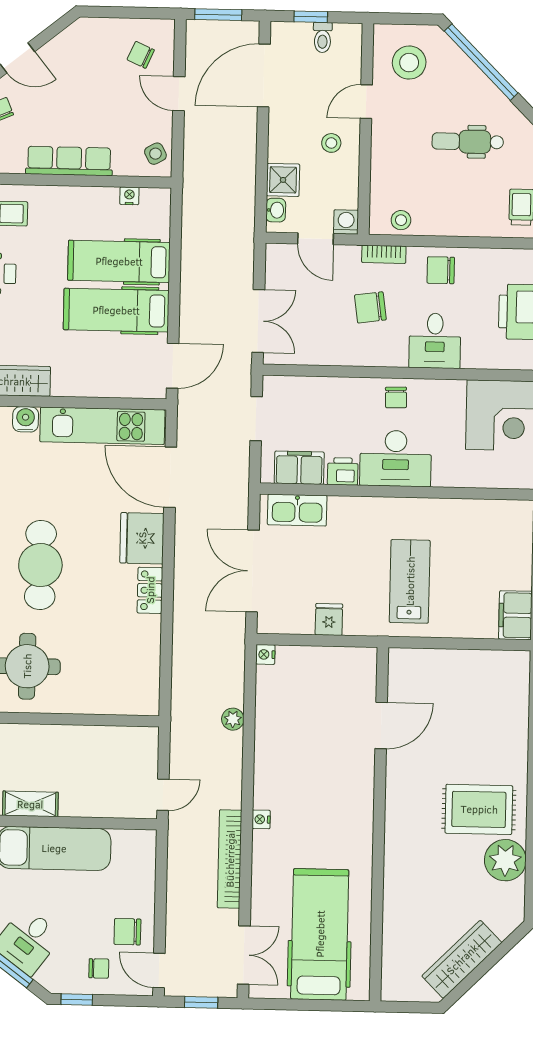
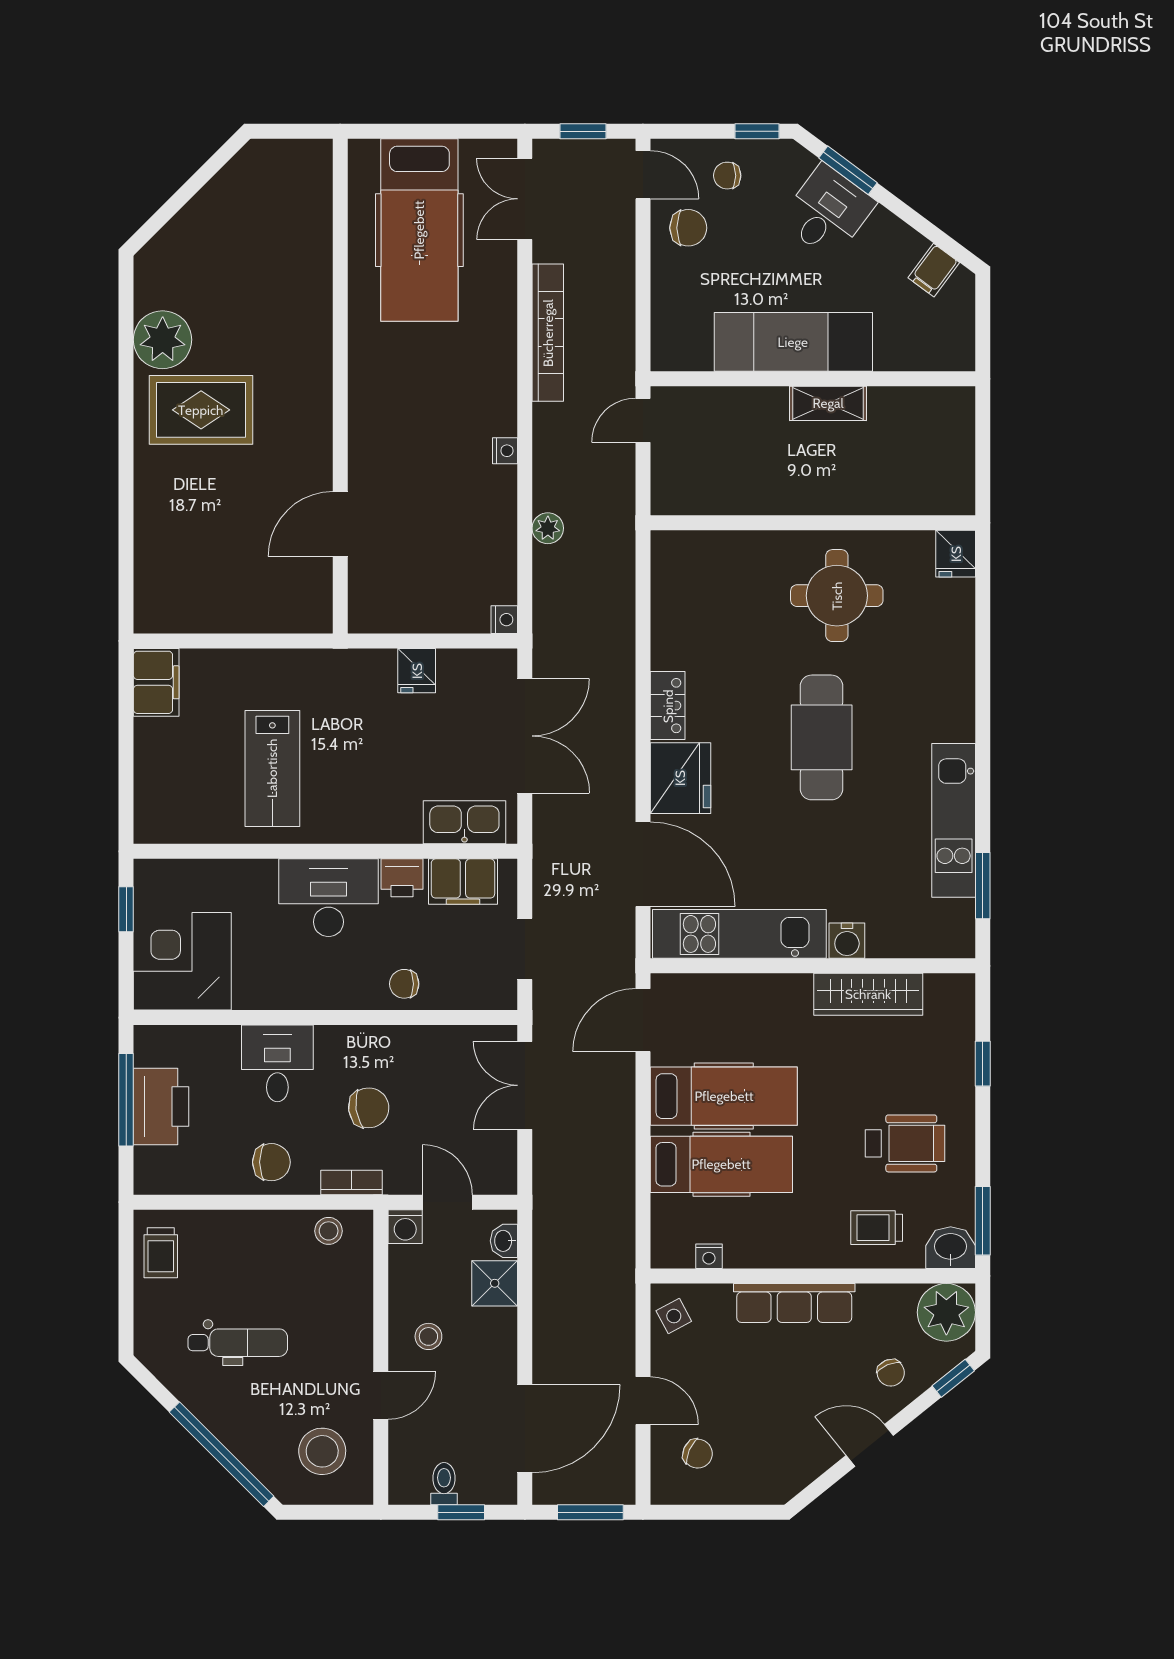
chair: (396, 397) -> (404, 984), moved, turned -88
lab bench: (410, 581) -> (272, 768), moved
nightstand: (261, 819) -> (505, 451), moved
wardrobe: (462, 959) -> (220, 200), removed

